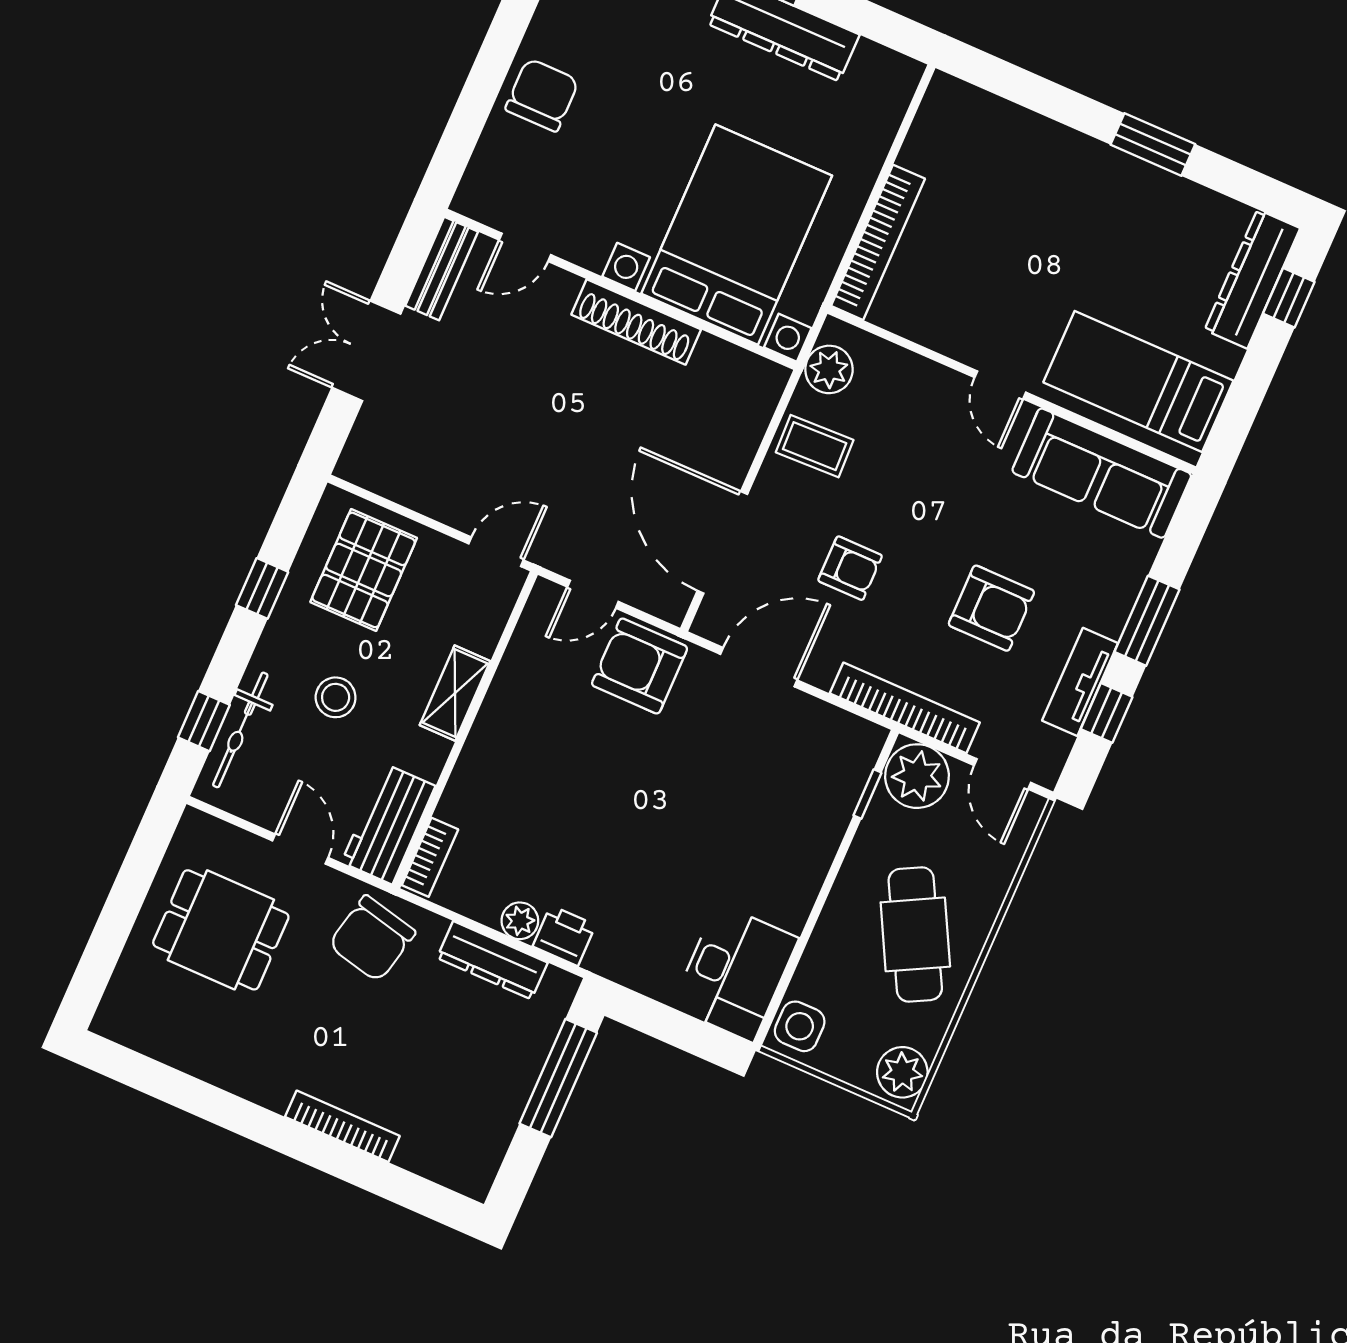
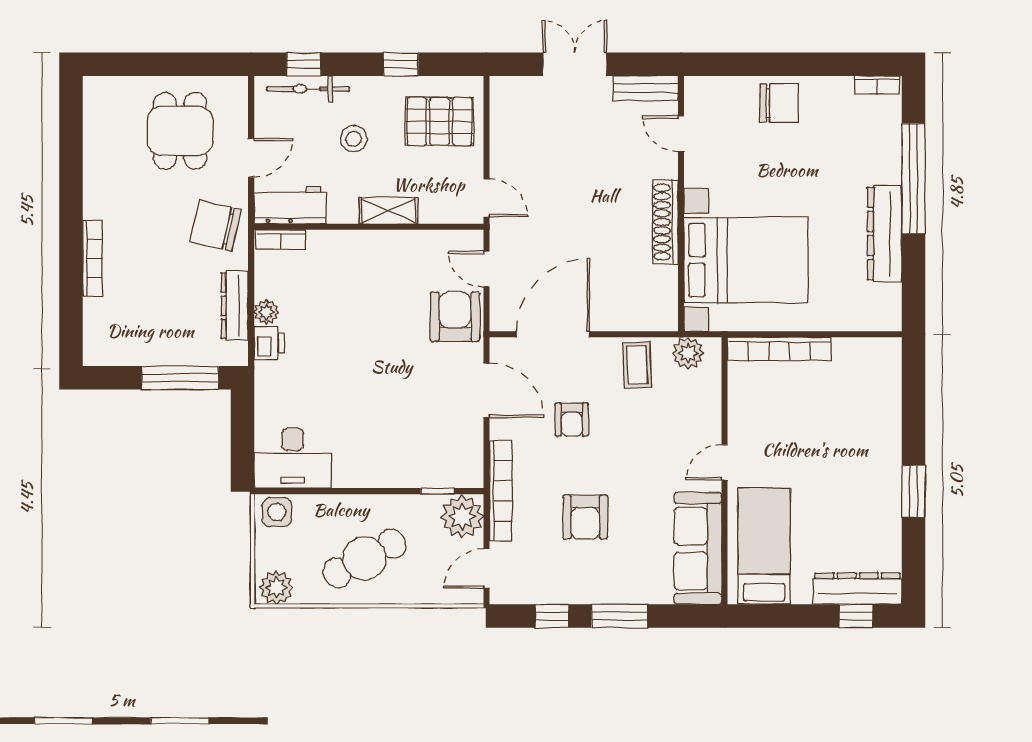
tv unit: (1080, 682) -> (564, 591), removed

